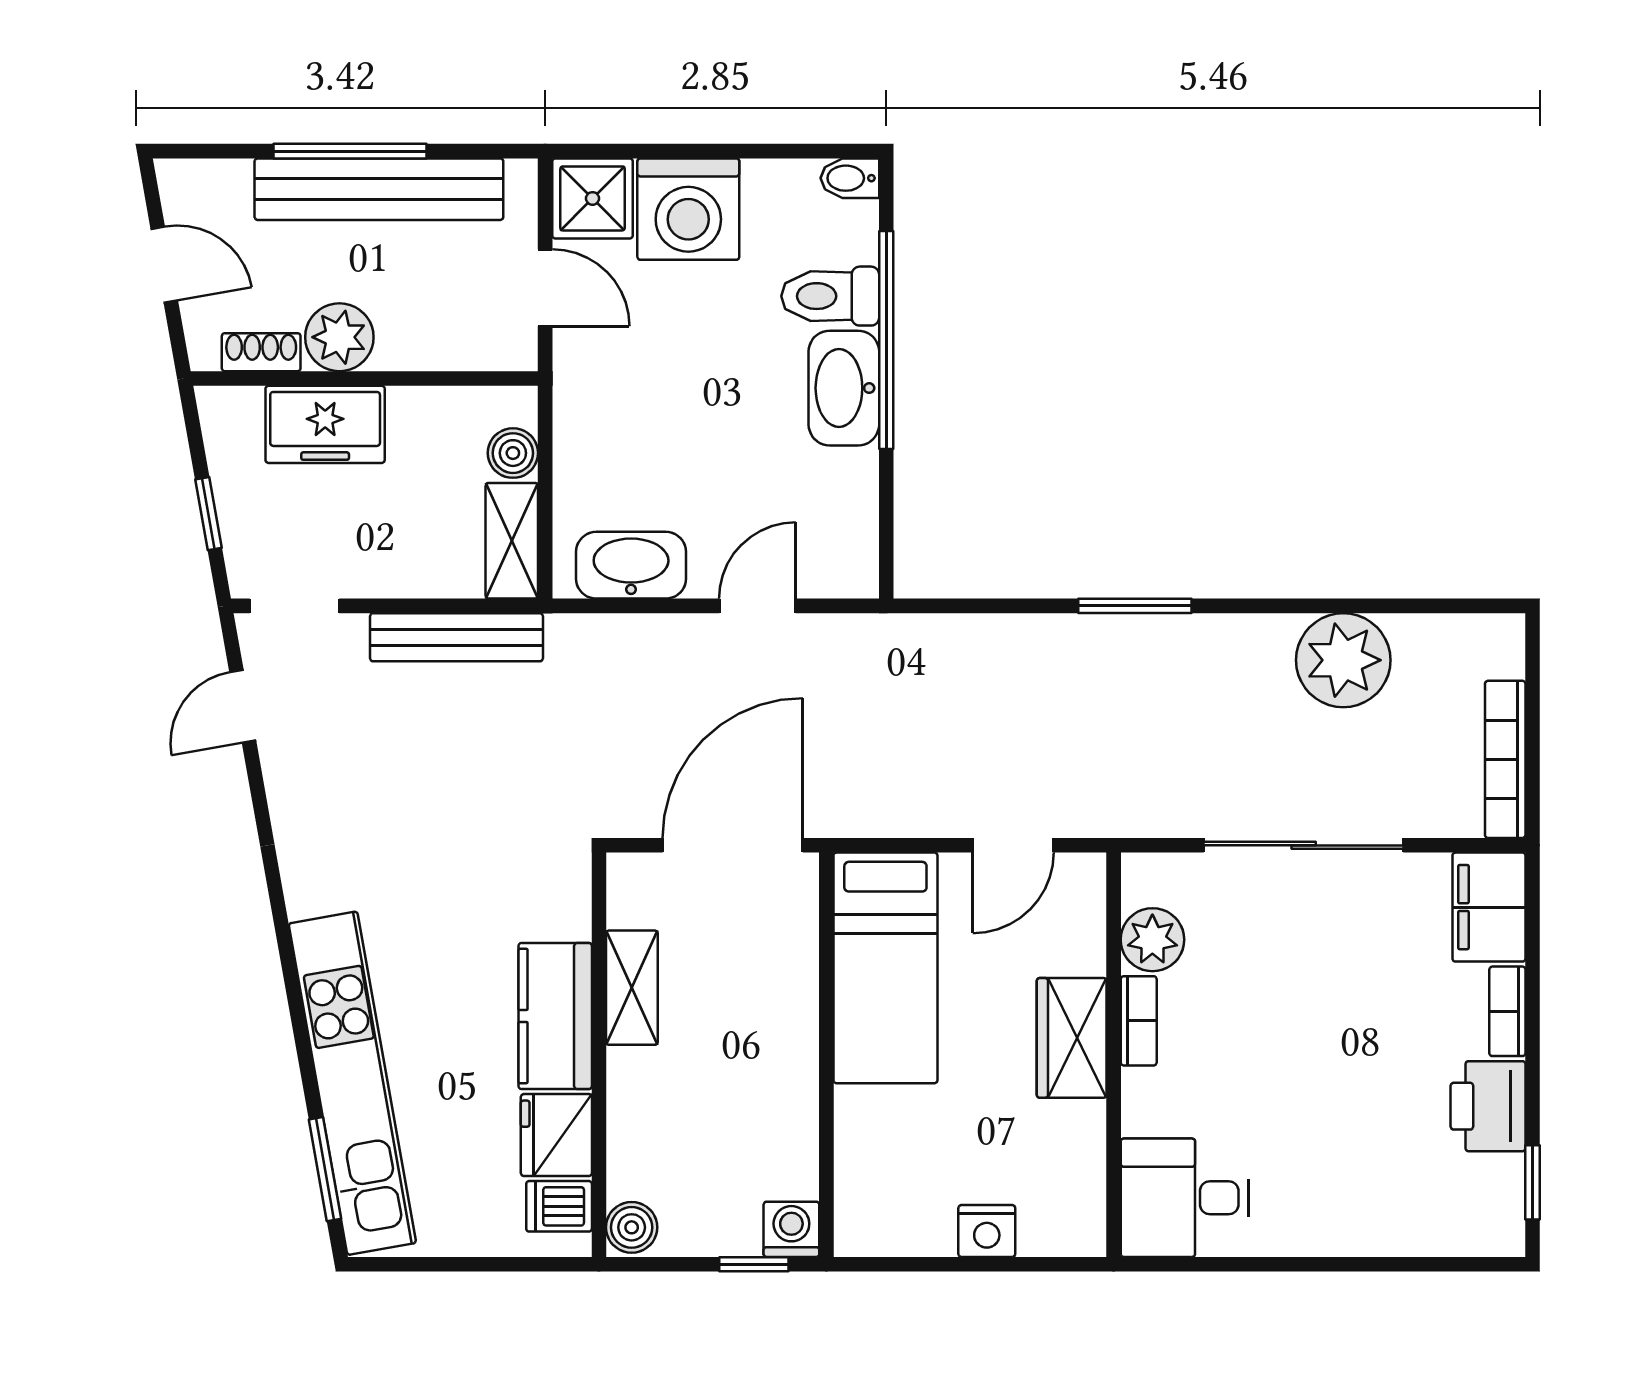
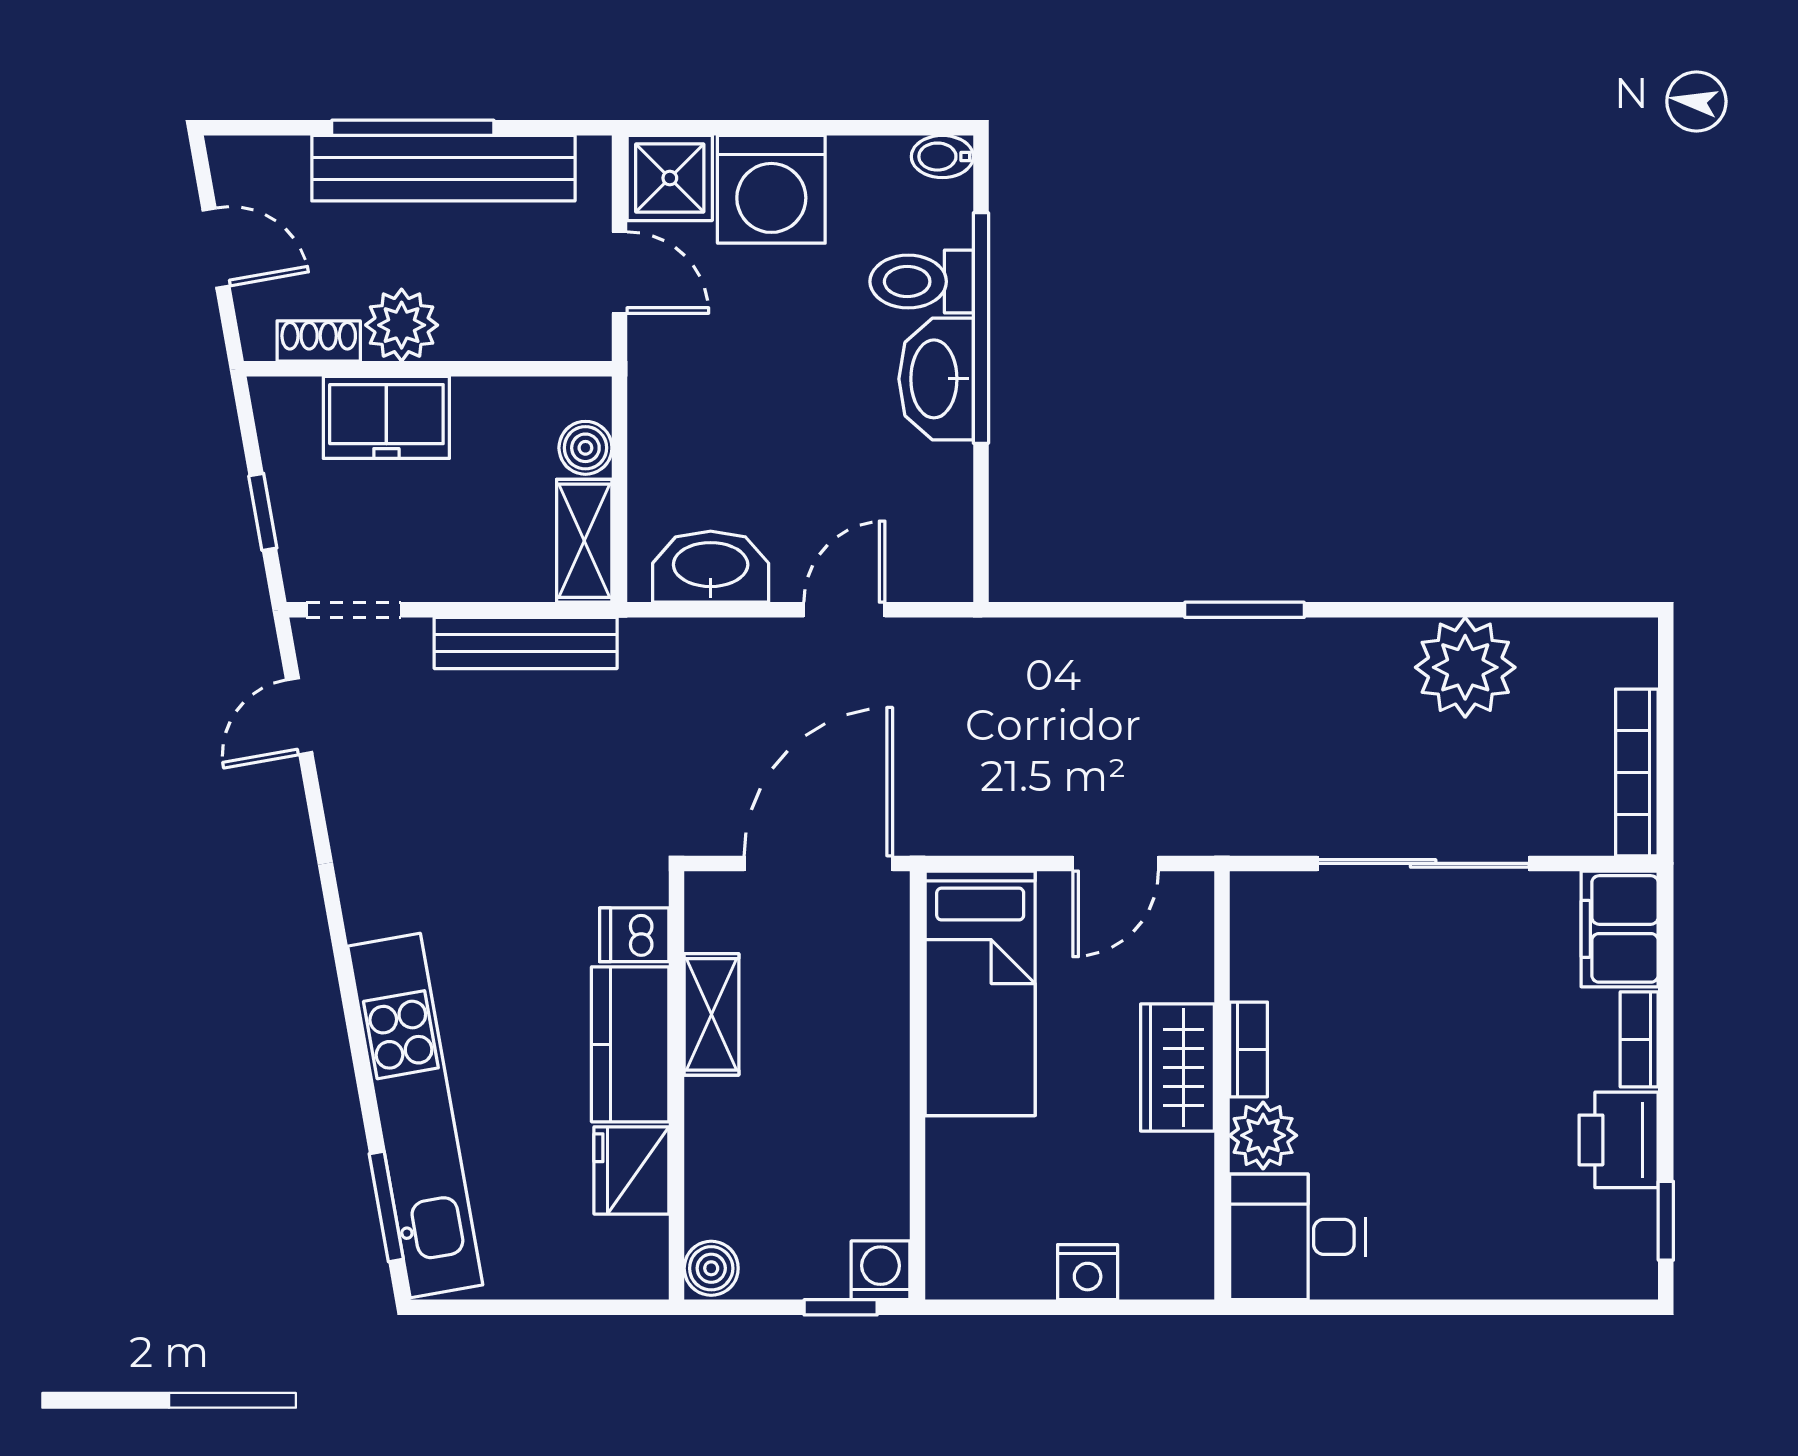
plant: (1152, 940) -> (1263, 1135), moved
dishwasher: (559, 1206) -> (634, 935), moved

